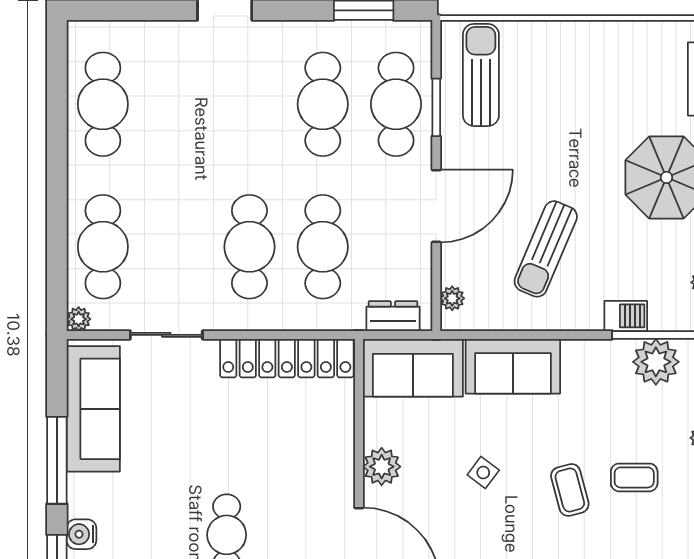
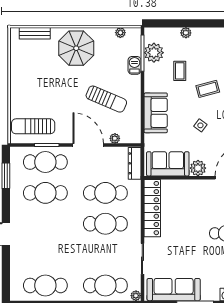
plant: (452, 298) -> (115, 138), moved
dresser: (393, 316) -> (135, 163), width x1.44
sofa: (413, 368) -> (168, 164), moved, turned -90
coffee table: (634, 477) -> (180, 71), moved

